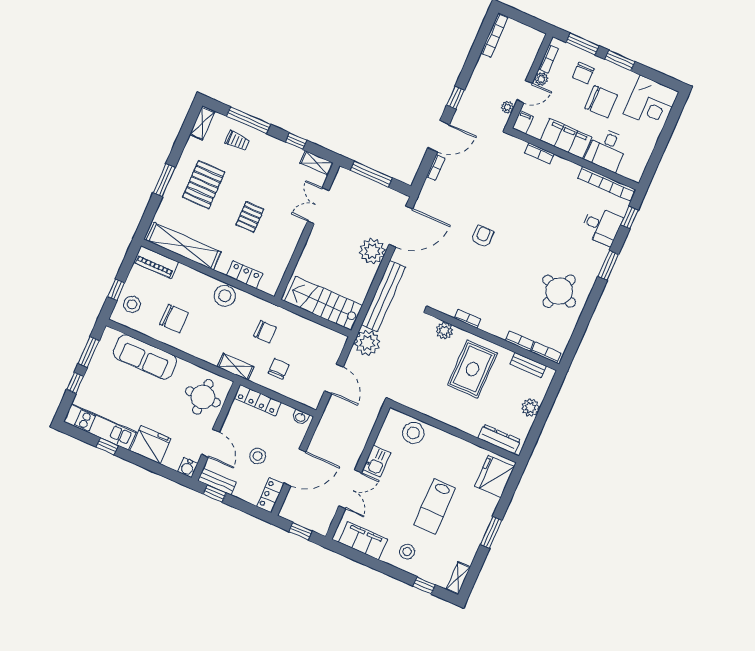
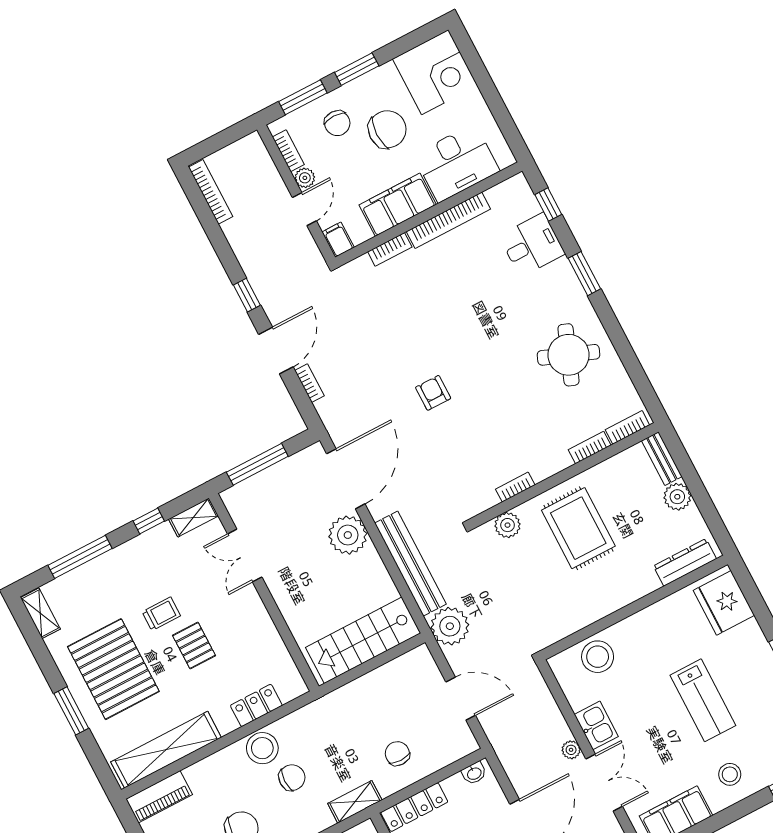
plant: (507, 107) -> (571, 750), moved
trolley: (237, 141) -> (161, 614), moved
desk: (607, 149) -> (457, 163), width x1.37
bookcase: (606, 184) -> (448, 220), moved
pallet: (204, 185) -> (113, 669), width x1.37, depth x1.41
chair: (265, 332) -> (292, 778), moved
bench: (528, 365) -> (662, 459), moved, turned 90

